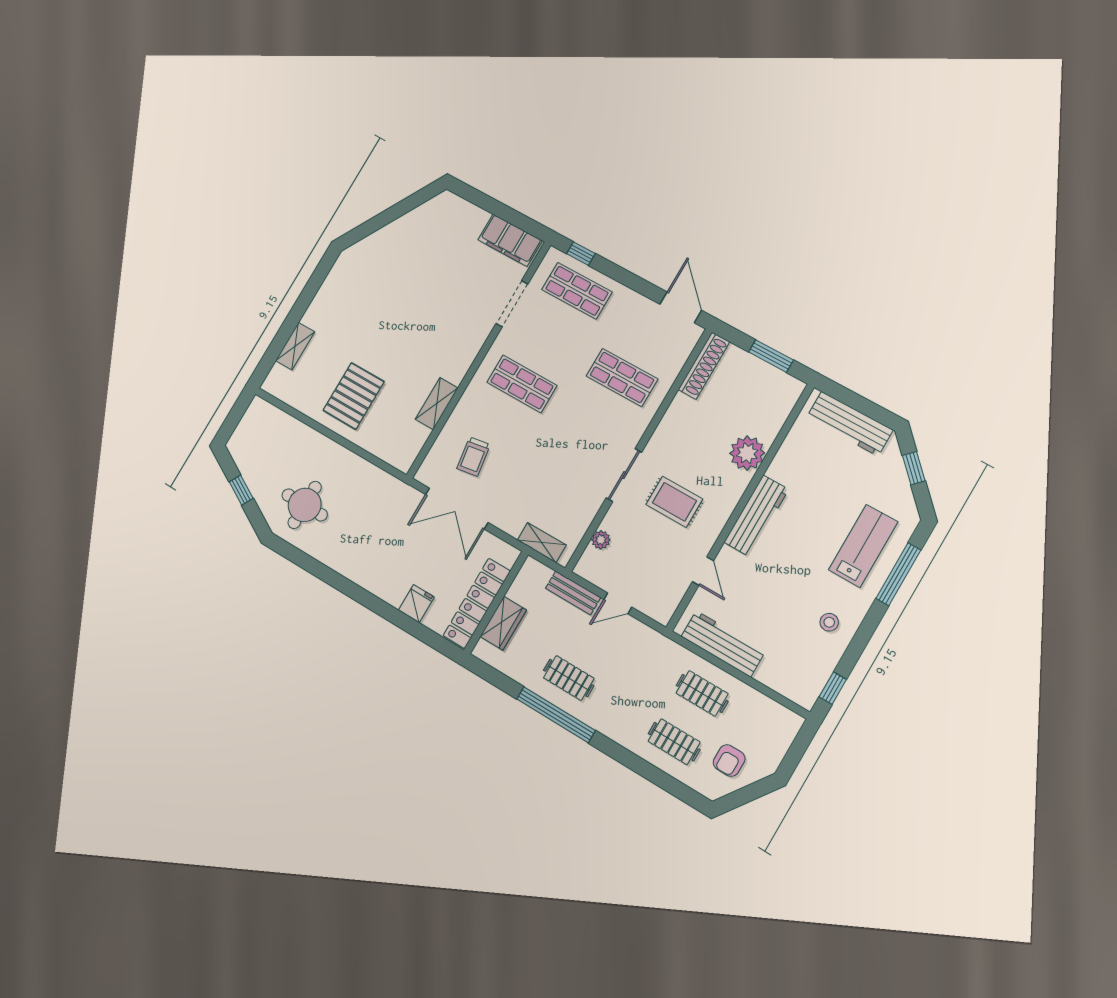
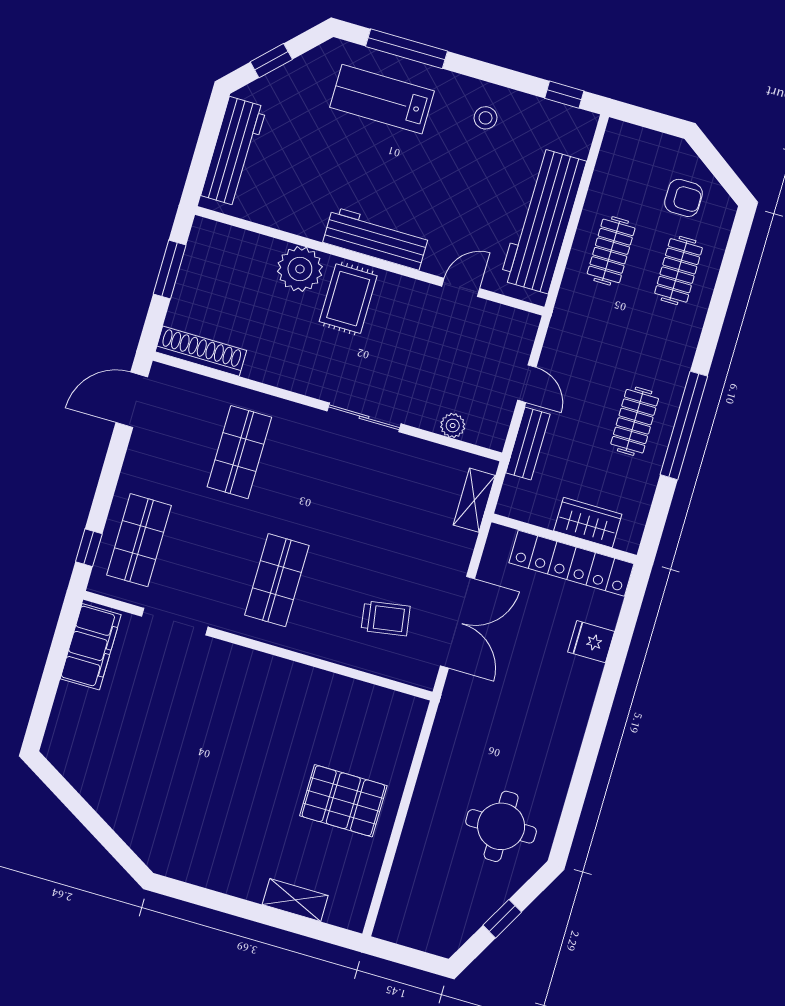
shelving: (437, 404) -> (328, 686), removed
rug: (674, 502) -> (348, 299), moved
workbench: (723, 644) -> (543, 221), width x1.36, depth x1.32

